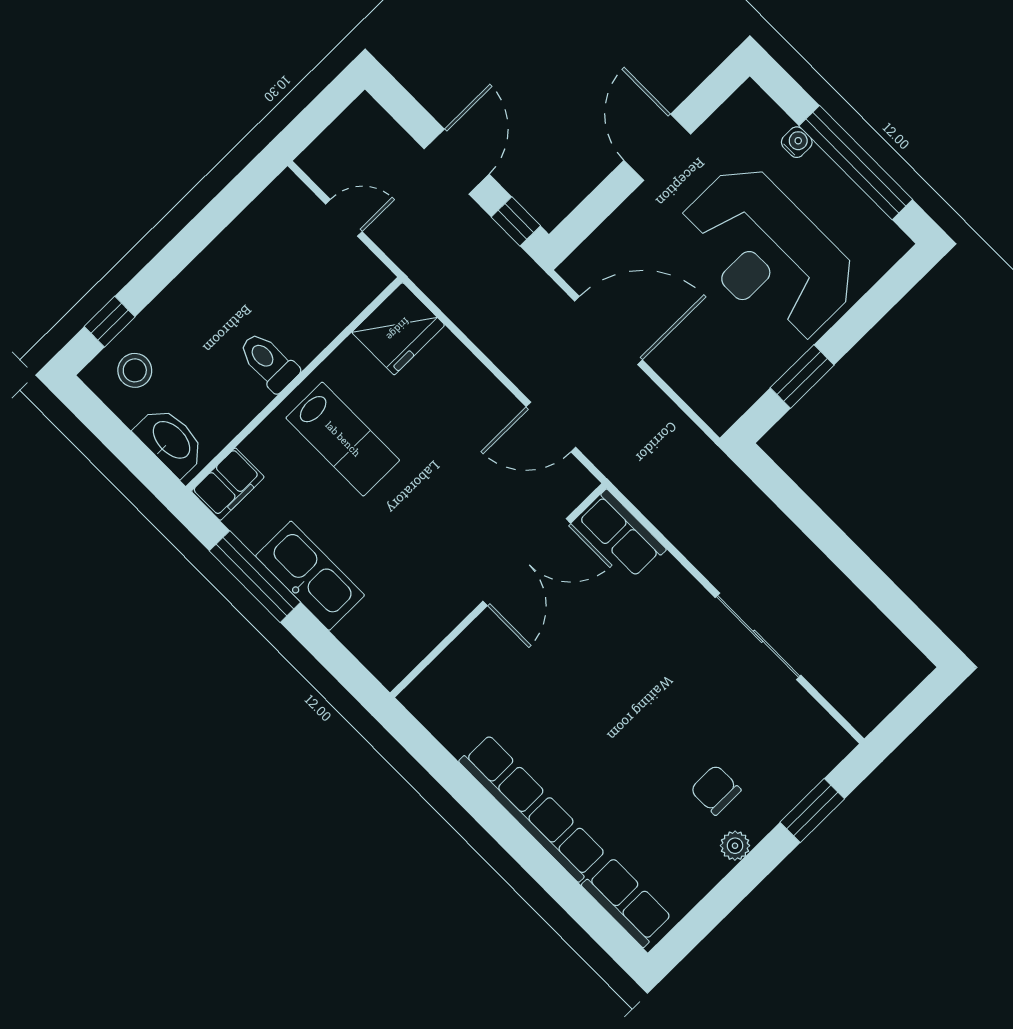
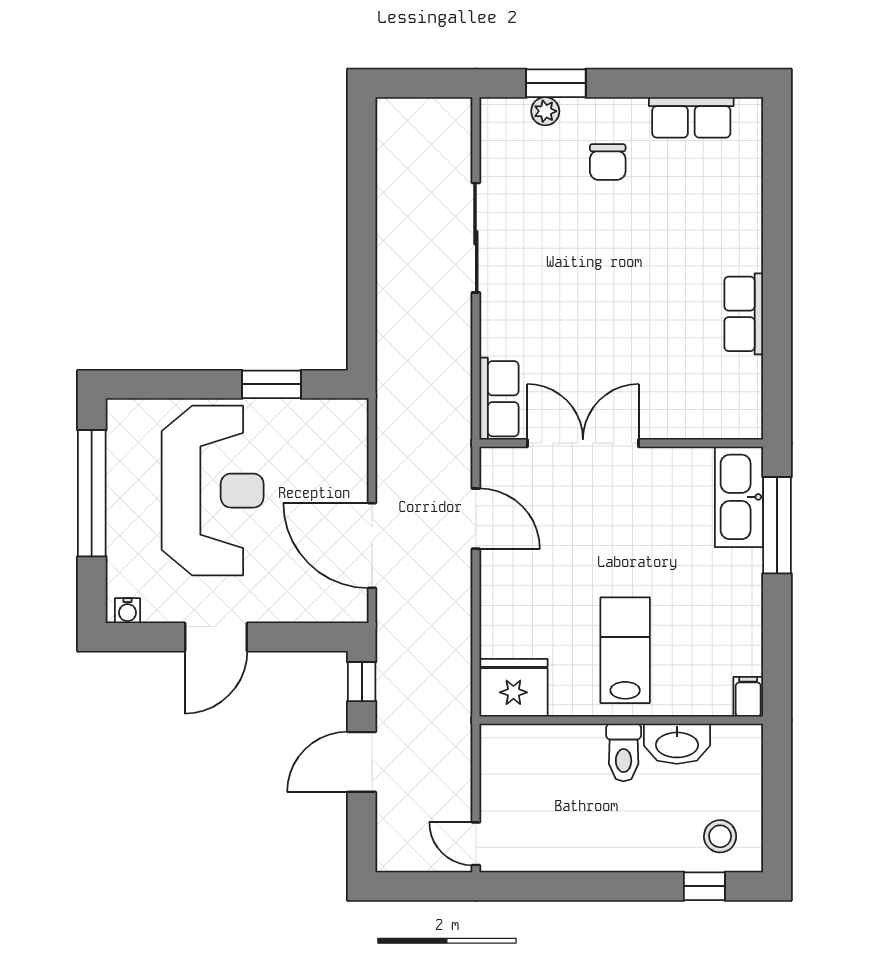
water cooler: (797, 142) -> (127, 611), moved, turned -90
door: (344, 218) -> (476, 844), moved
washbasin: (171, 441) -> (677, 744), moved, turned -90
filing cabinet: (228, 484) -> (748, 697), width x0.50
kitchen sink: (310, 576) -> (739, 497), moved
window: (255, 577) -> (777, 525), moved
row of seats: (533, 808) -> (744, 314), width x0.50
plant: (735, 846) -> (545, 111), moved
row of seats: (627, 902) -> (691, 117), moved, turned -90

